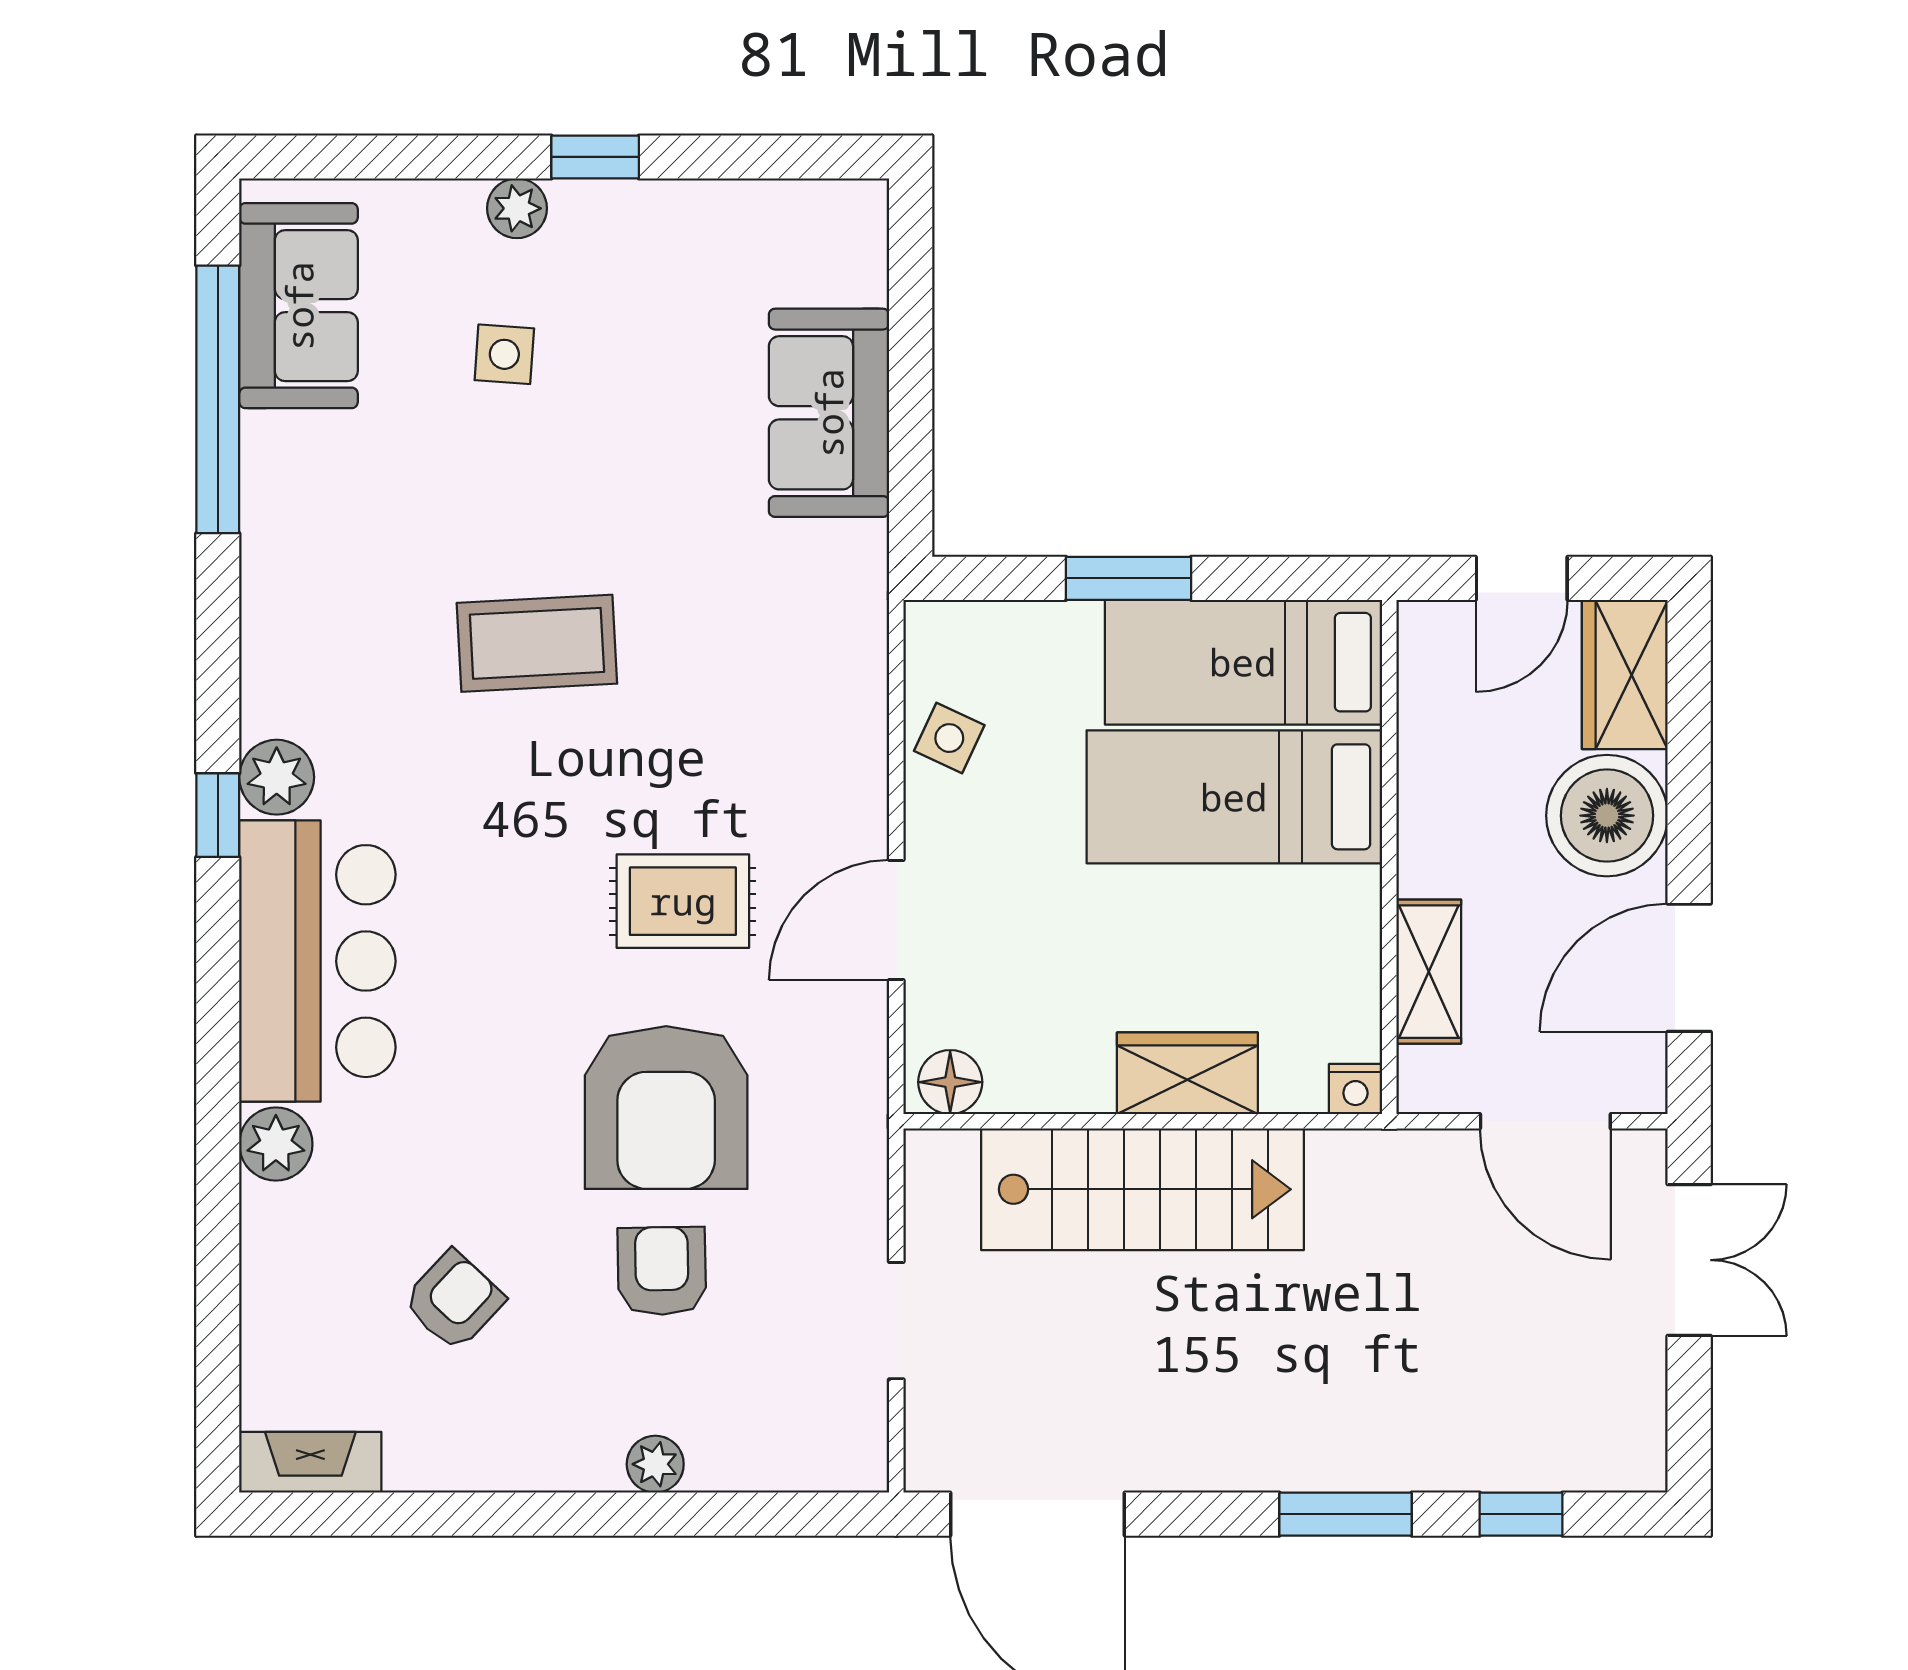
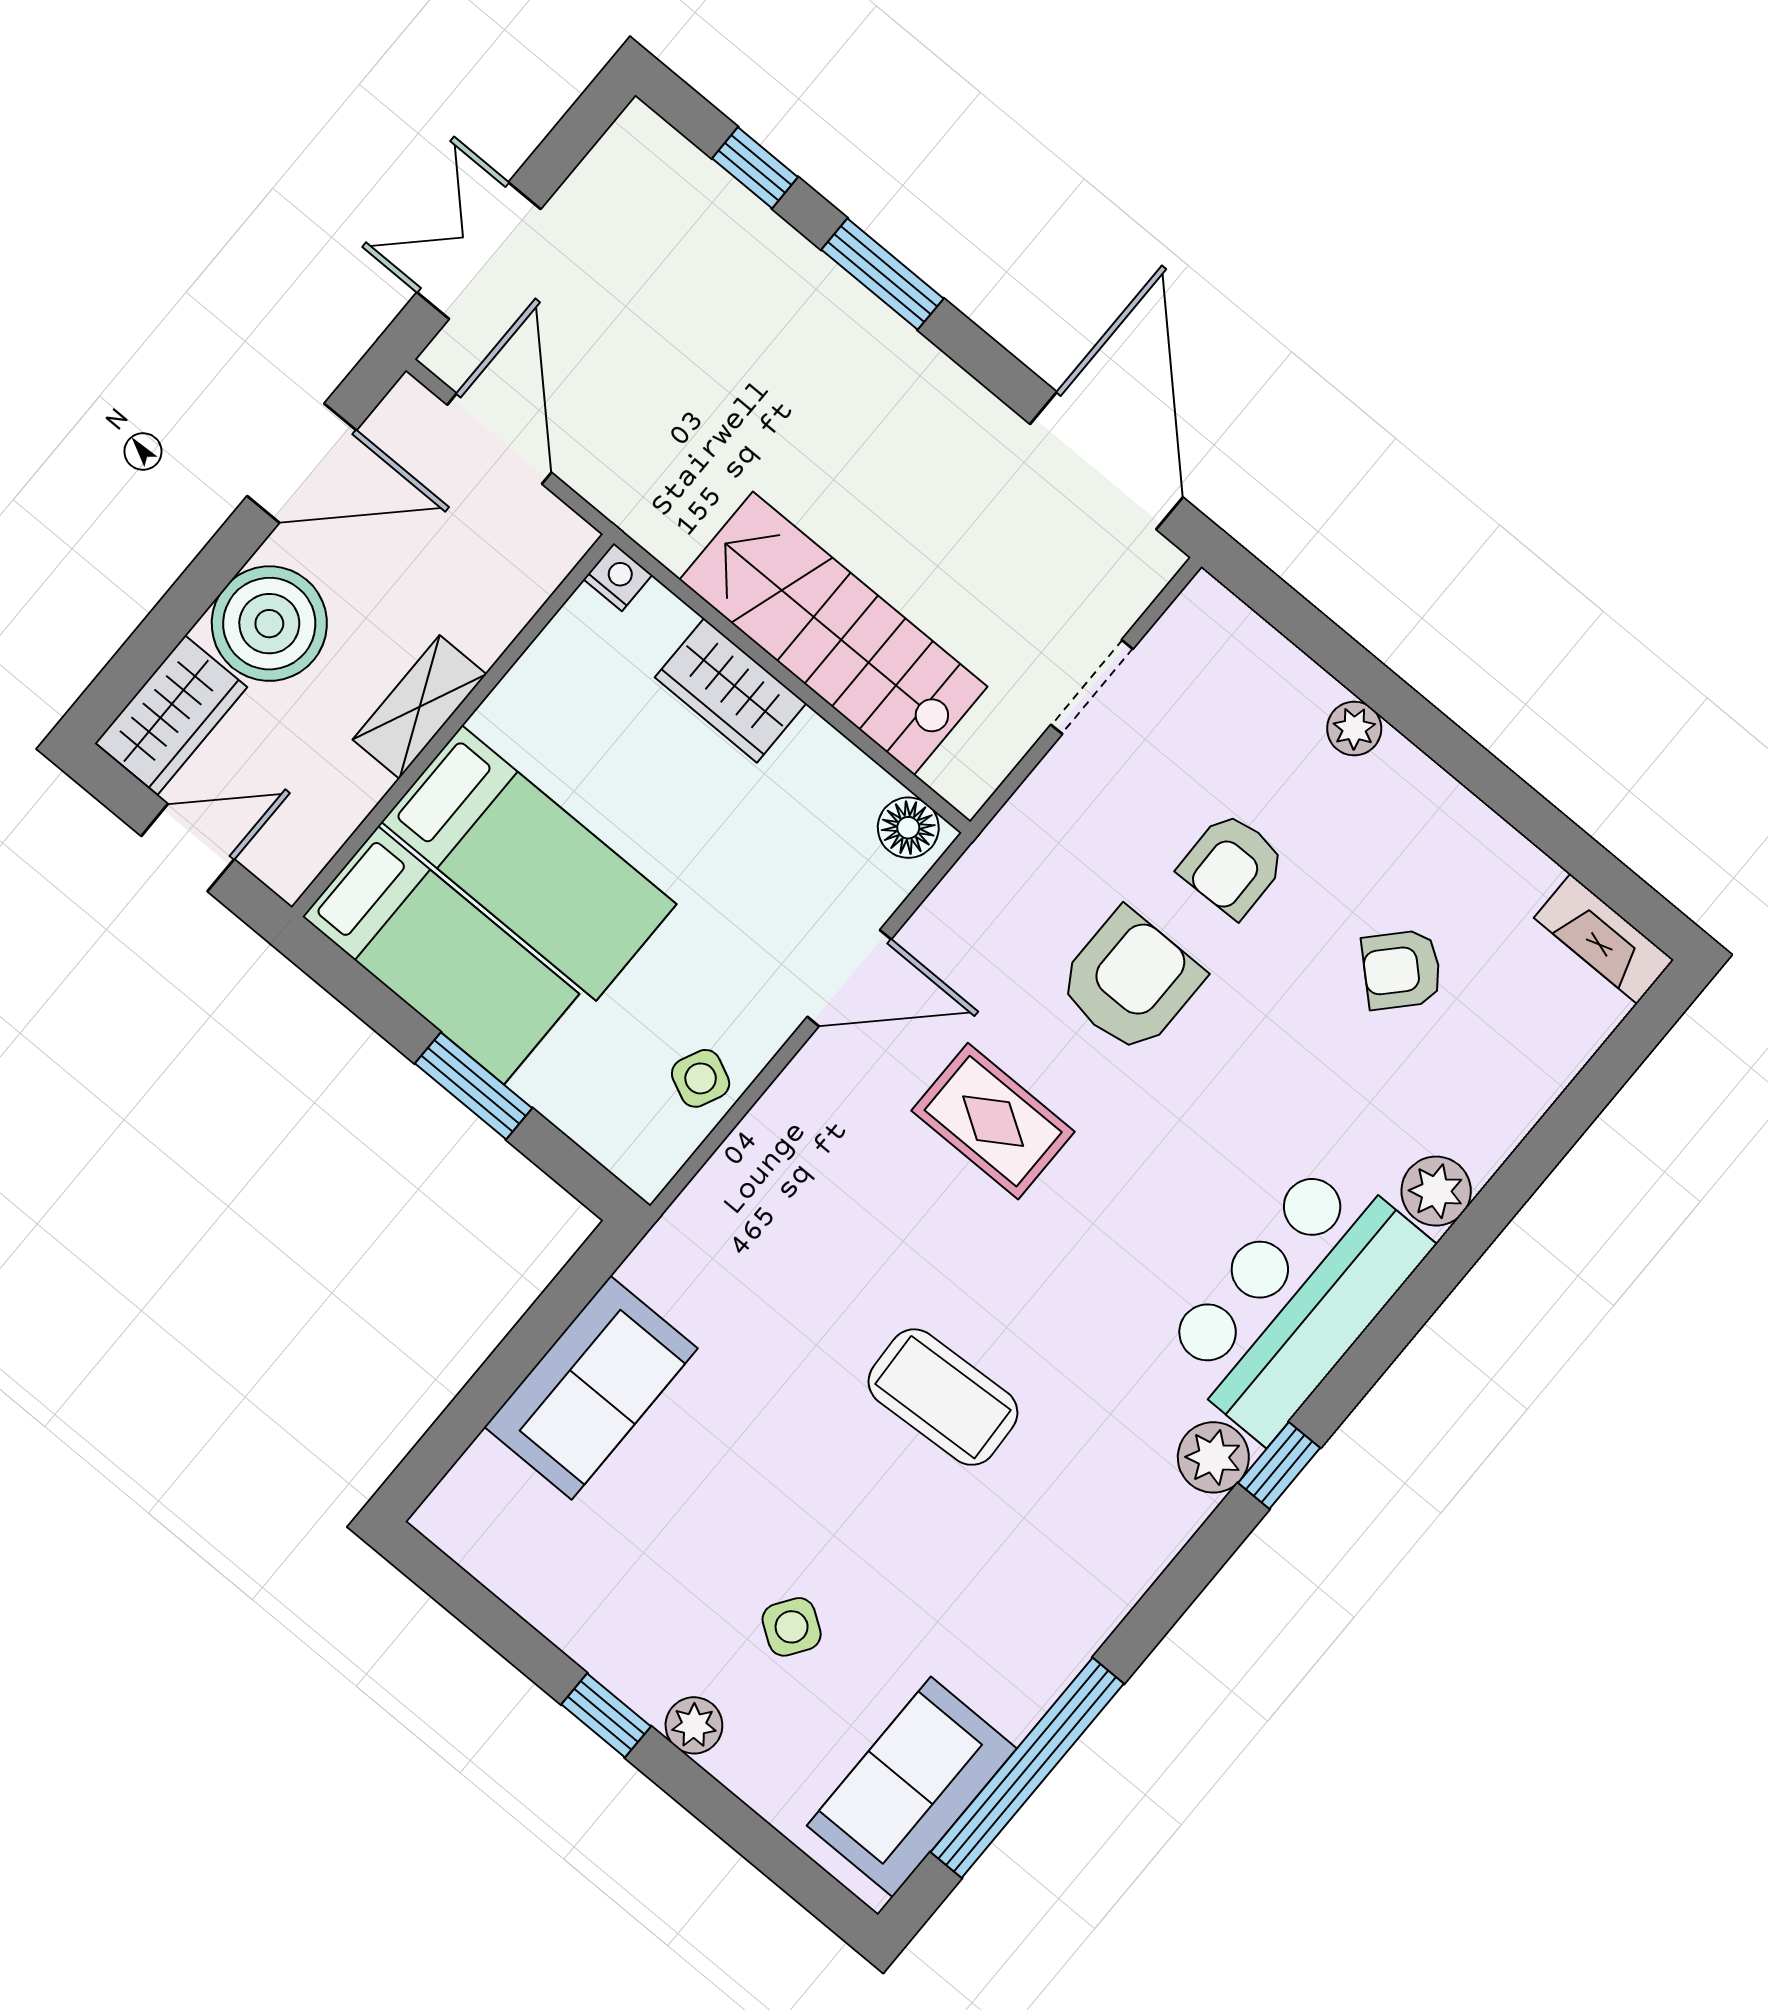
side table: (504, 354) -> (792, 1627), turned 30
shelving: (1429, 972) -> (420, 707), moved
armchair: (666, 1108) -> (1130, 981), width x0.73, depth x0.73

